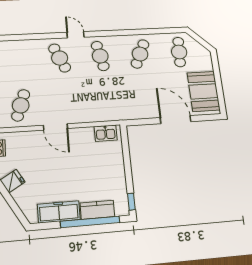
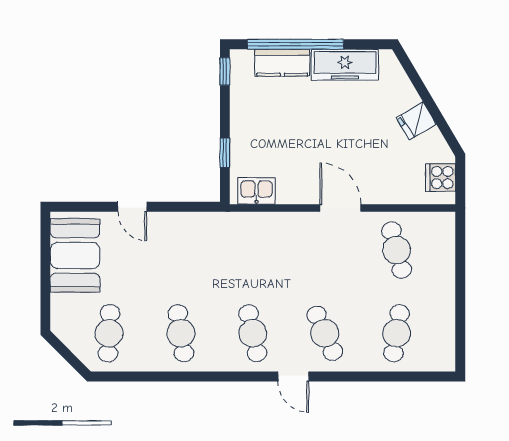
cafe table: (140, 54) -> (181, 333), turned -33
cafe table: (18, 60) -> (397, 333), added
cafe table: (21, 105) -> (397, 250), turned -33
door: (176, 120) -> (132, 207), width x0.53
window: (126, 154) -> (225, 153), added

